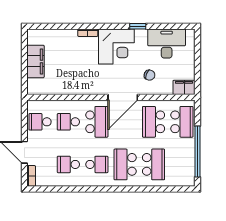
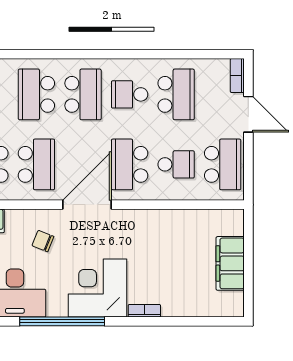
window: (138, 26) -> (62, 321), width x3.17
school desk: (40, 122) -> (223, 164), width x1.85
school desk: (68, 164) -> (176, 94), width x1.85

